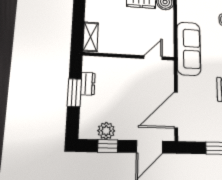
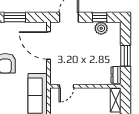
dresser: (88, 84) -> (116, 75), moved
door: (176, 110) -> (48, 45), swing flipped

